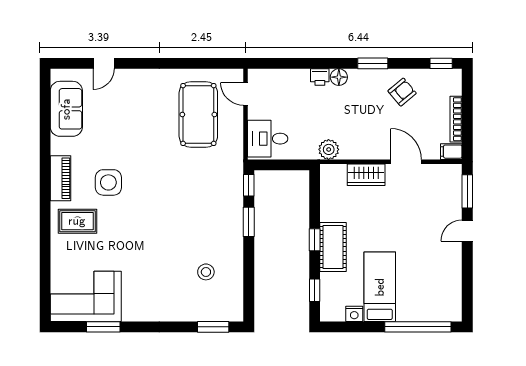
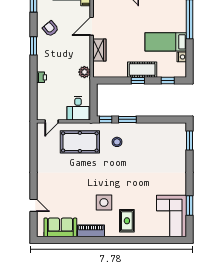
floor lamp: (339, 77) -> (42, 66), removed
pool table: (198, 114) -> (80, 142), moved
piano: (60, 178) -> (91, 231), moved
stool: (206, 272) -> (117, 142), moved

